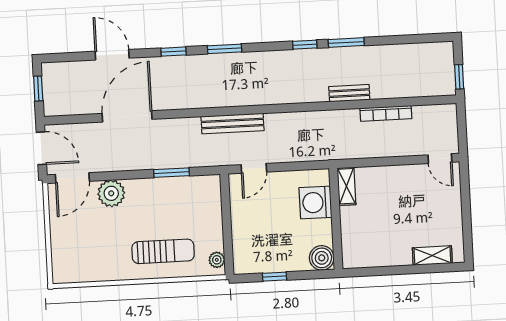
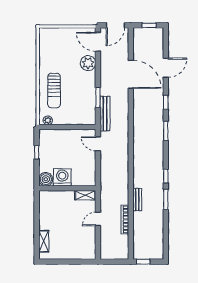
bench: (232, 124) -> (105, 114), moved
door: (440, 159) -> (98, 219), moved
washing machine: (315, 202) -> (62, 177), moved

